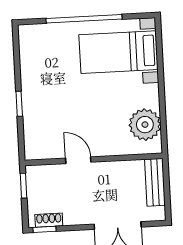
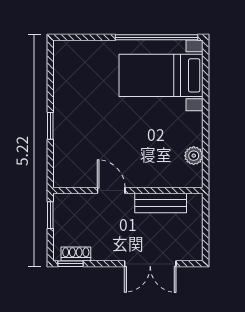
window: (84, 19) -> (156, 37), moved
plant: (145, 125) -> (194, 156), width x0.53, depth x0.53
bench: (155, 182) -> (161, 203), moved, turned 90

